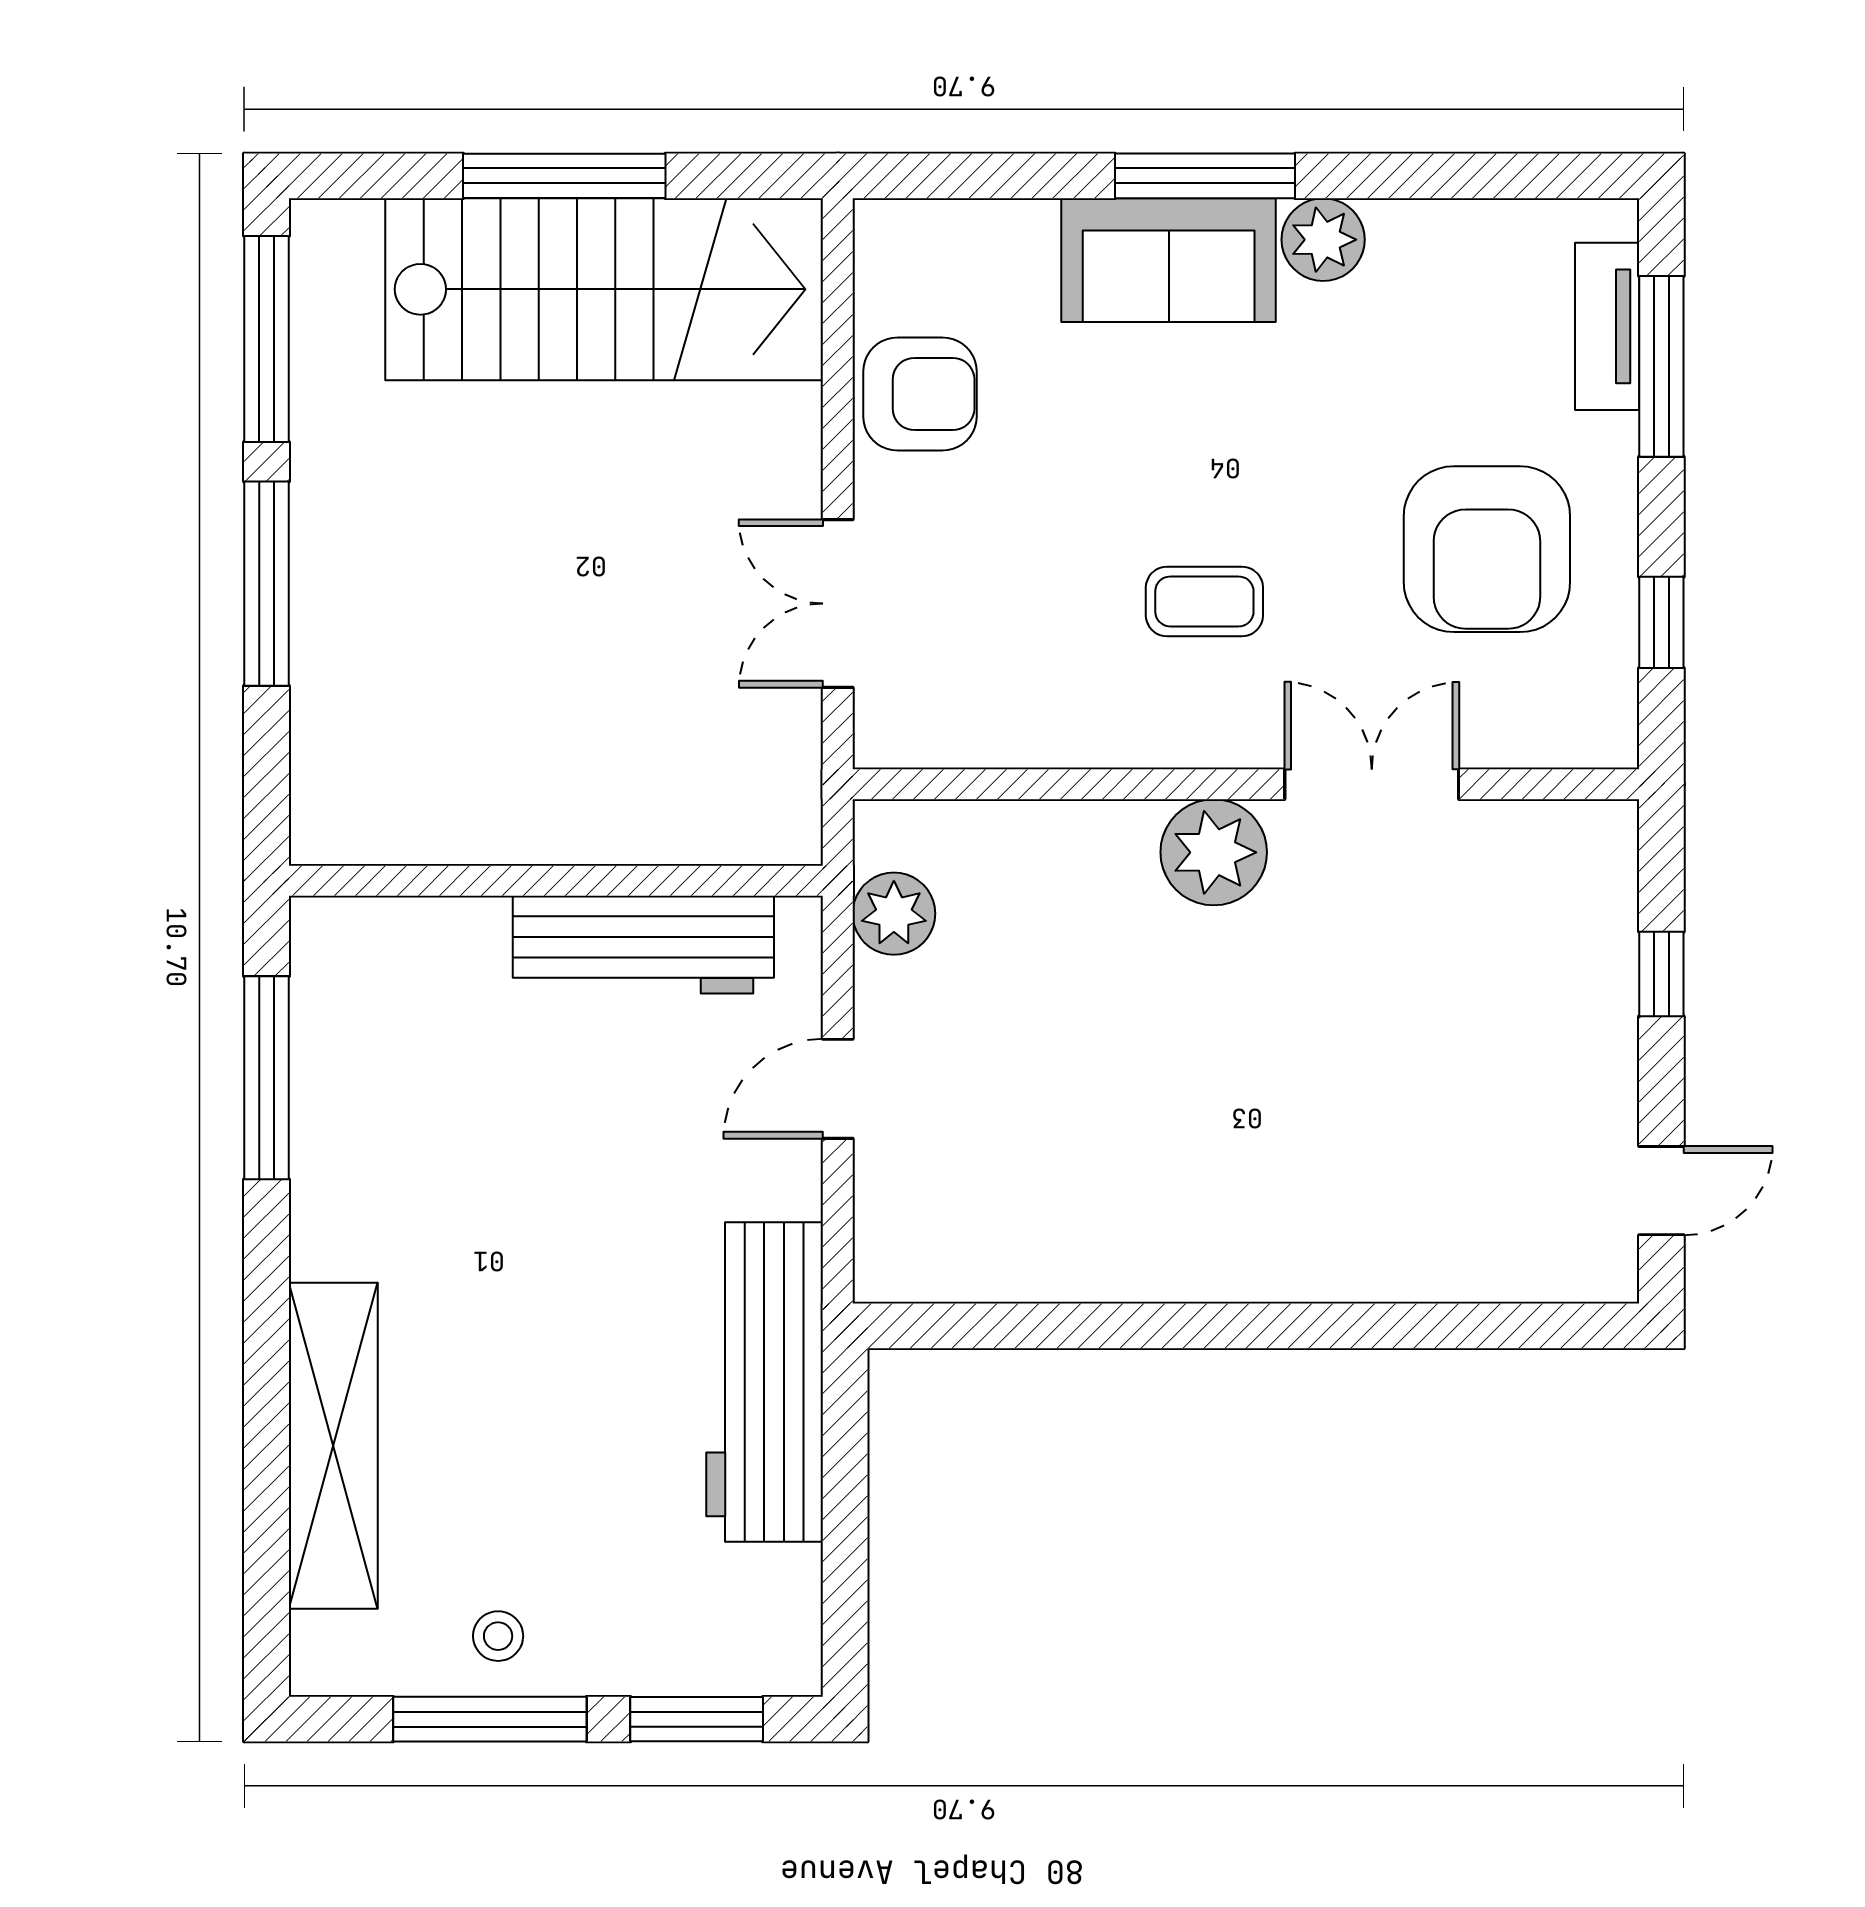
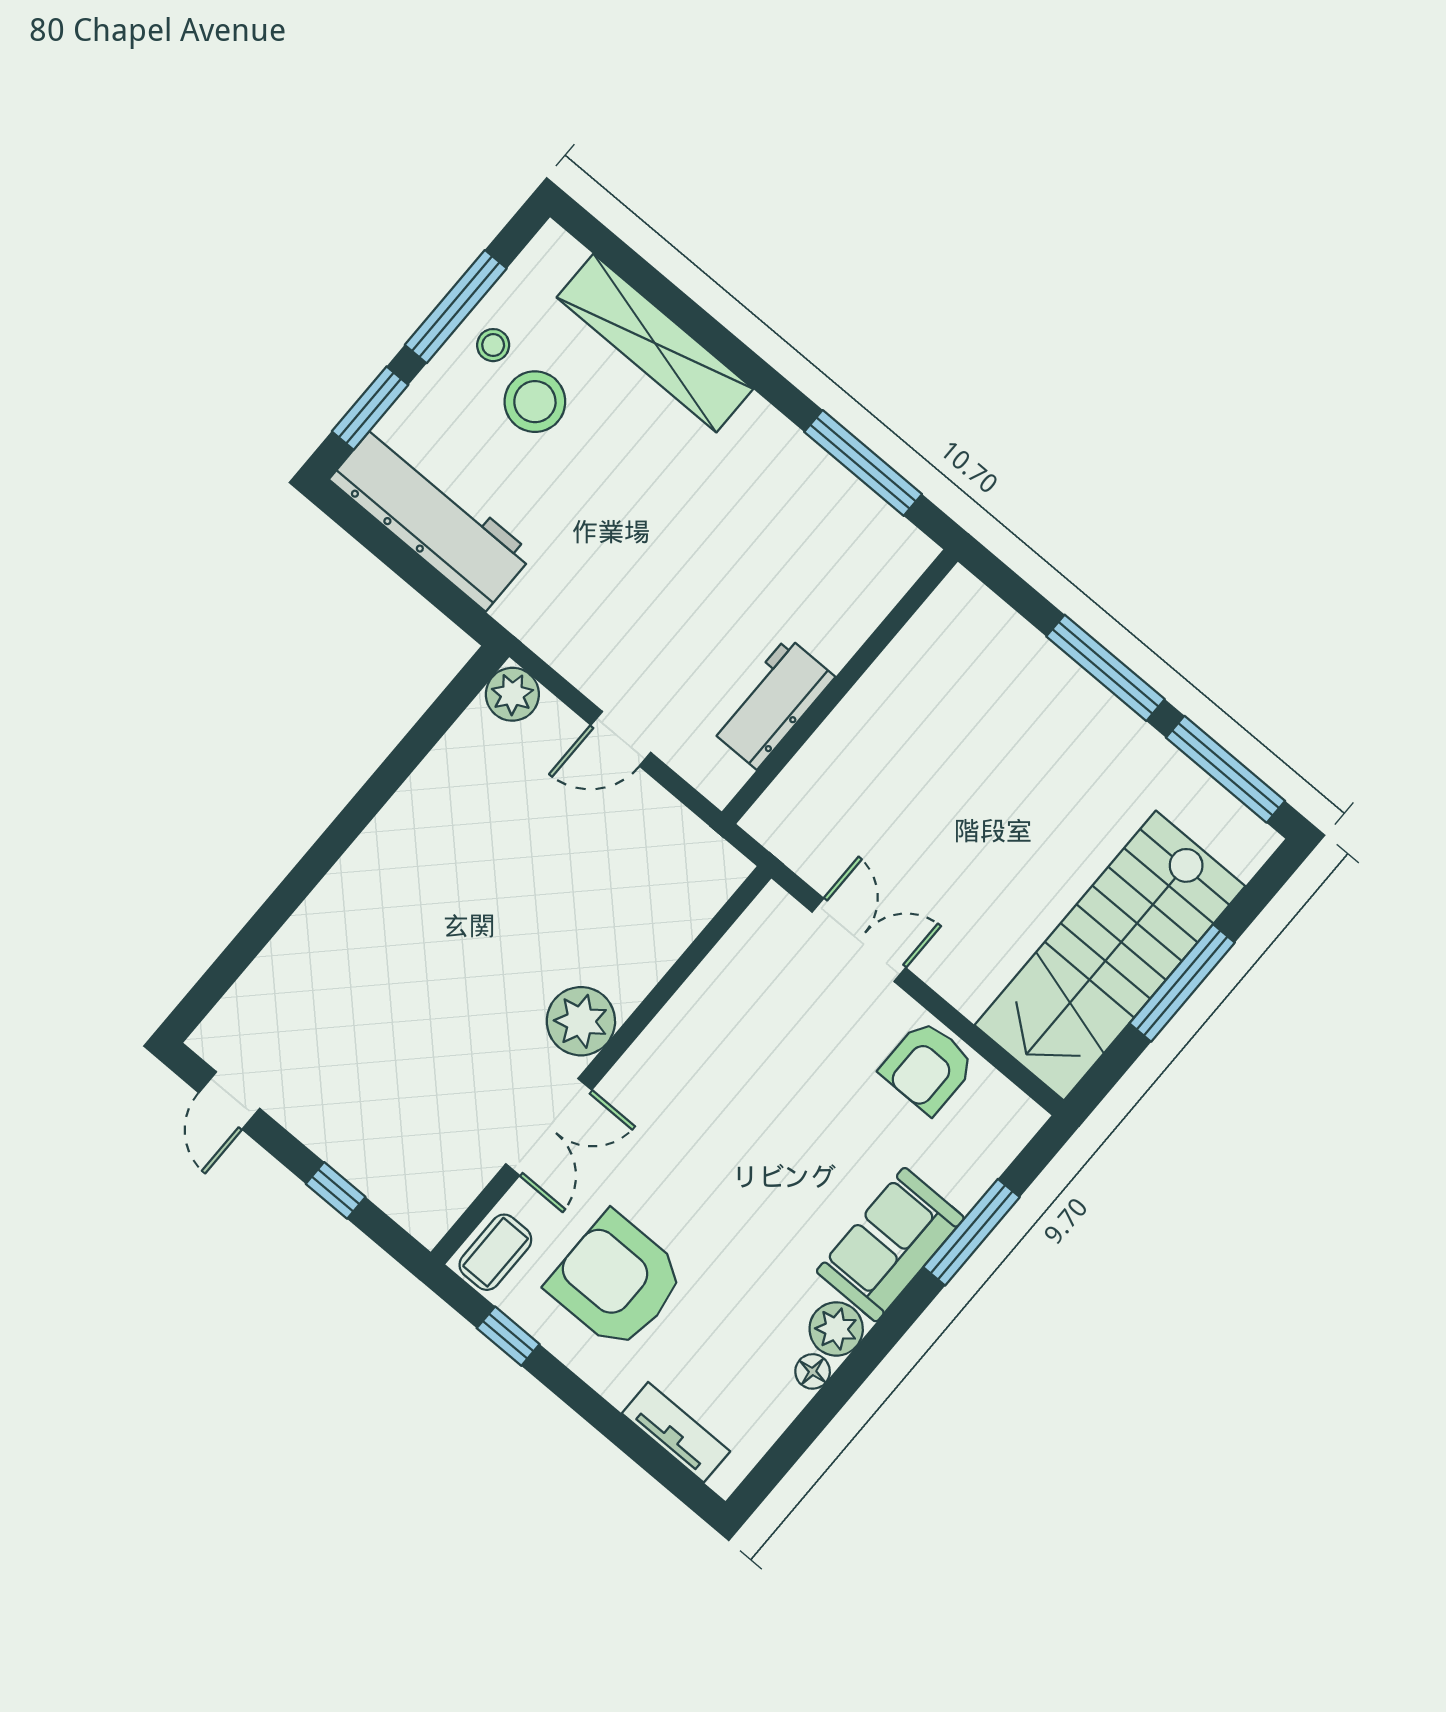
window: (1205, 176) -> (972, 1232), moved
floor lamp: (1397, 225) -> (813, 1371), added
window: (1661, 366) -> (634, 1442), removed
coffee table: (1204, 601) -> (495, 1252), moved
plant: (894, 914) -> (512, 694), moved
workbench: (643, 945) -> (772, 703), width x0.73
door: (838, 1089) -> (621, 739), swing flipped
workbench: (765, 1382) -> (431, 517), moved
stool: (523, 1530) -> (535, 402), added

